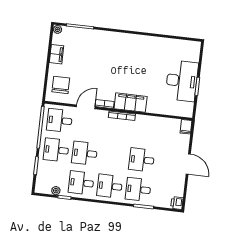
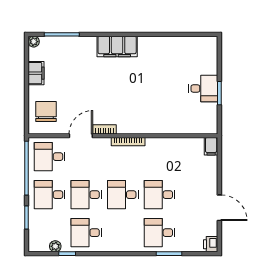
desk: (182, 81) -> (203, 89), width x0.53, depth x0.77
filing cabinet: (131, 103) -> (117, 46), moved, turned 180
door: (188, 164) -> (219, 208), moved
desk: (110, 186) -> (123, 195), moved

